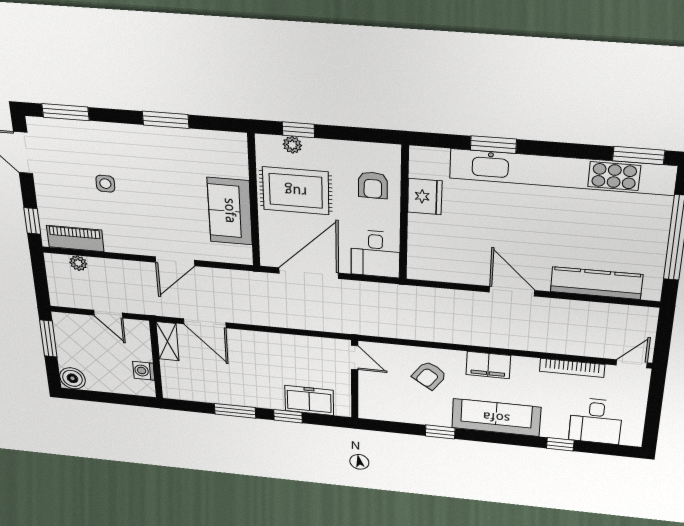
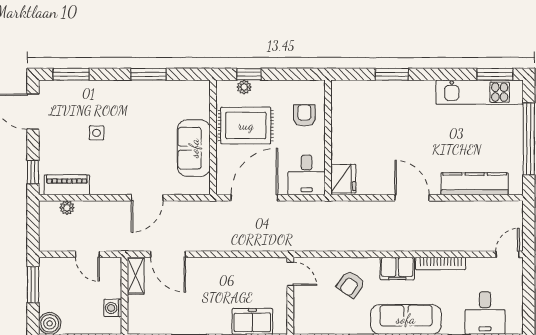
kitchen unit: (562, 172) -> (480, 92), width x0.54
armchair: (373, 185) -> (304, 115), turned 180
fridge: (425, 197) -> (343, 179), moved
bookcase: (572, 368) -> (441, 263), moved

